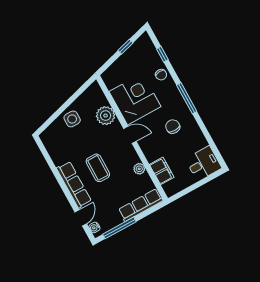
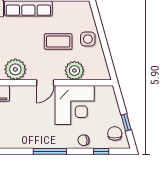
chair: (173, 127) -> (115, 133), moved, turned -90
coffee table: (98, 168) -> (58, 42), moved
plant: (139, 169) -> (15, 69), width x1.87, depth x1.87

